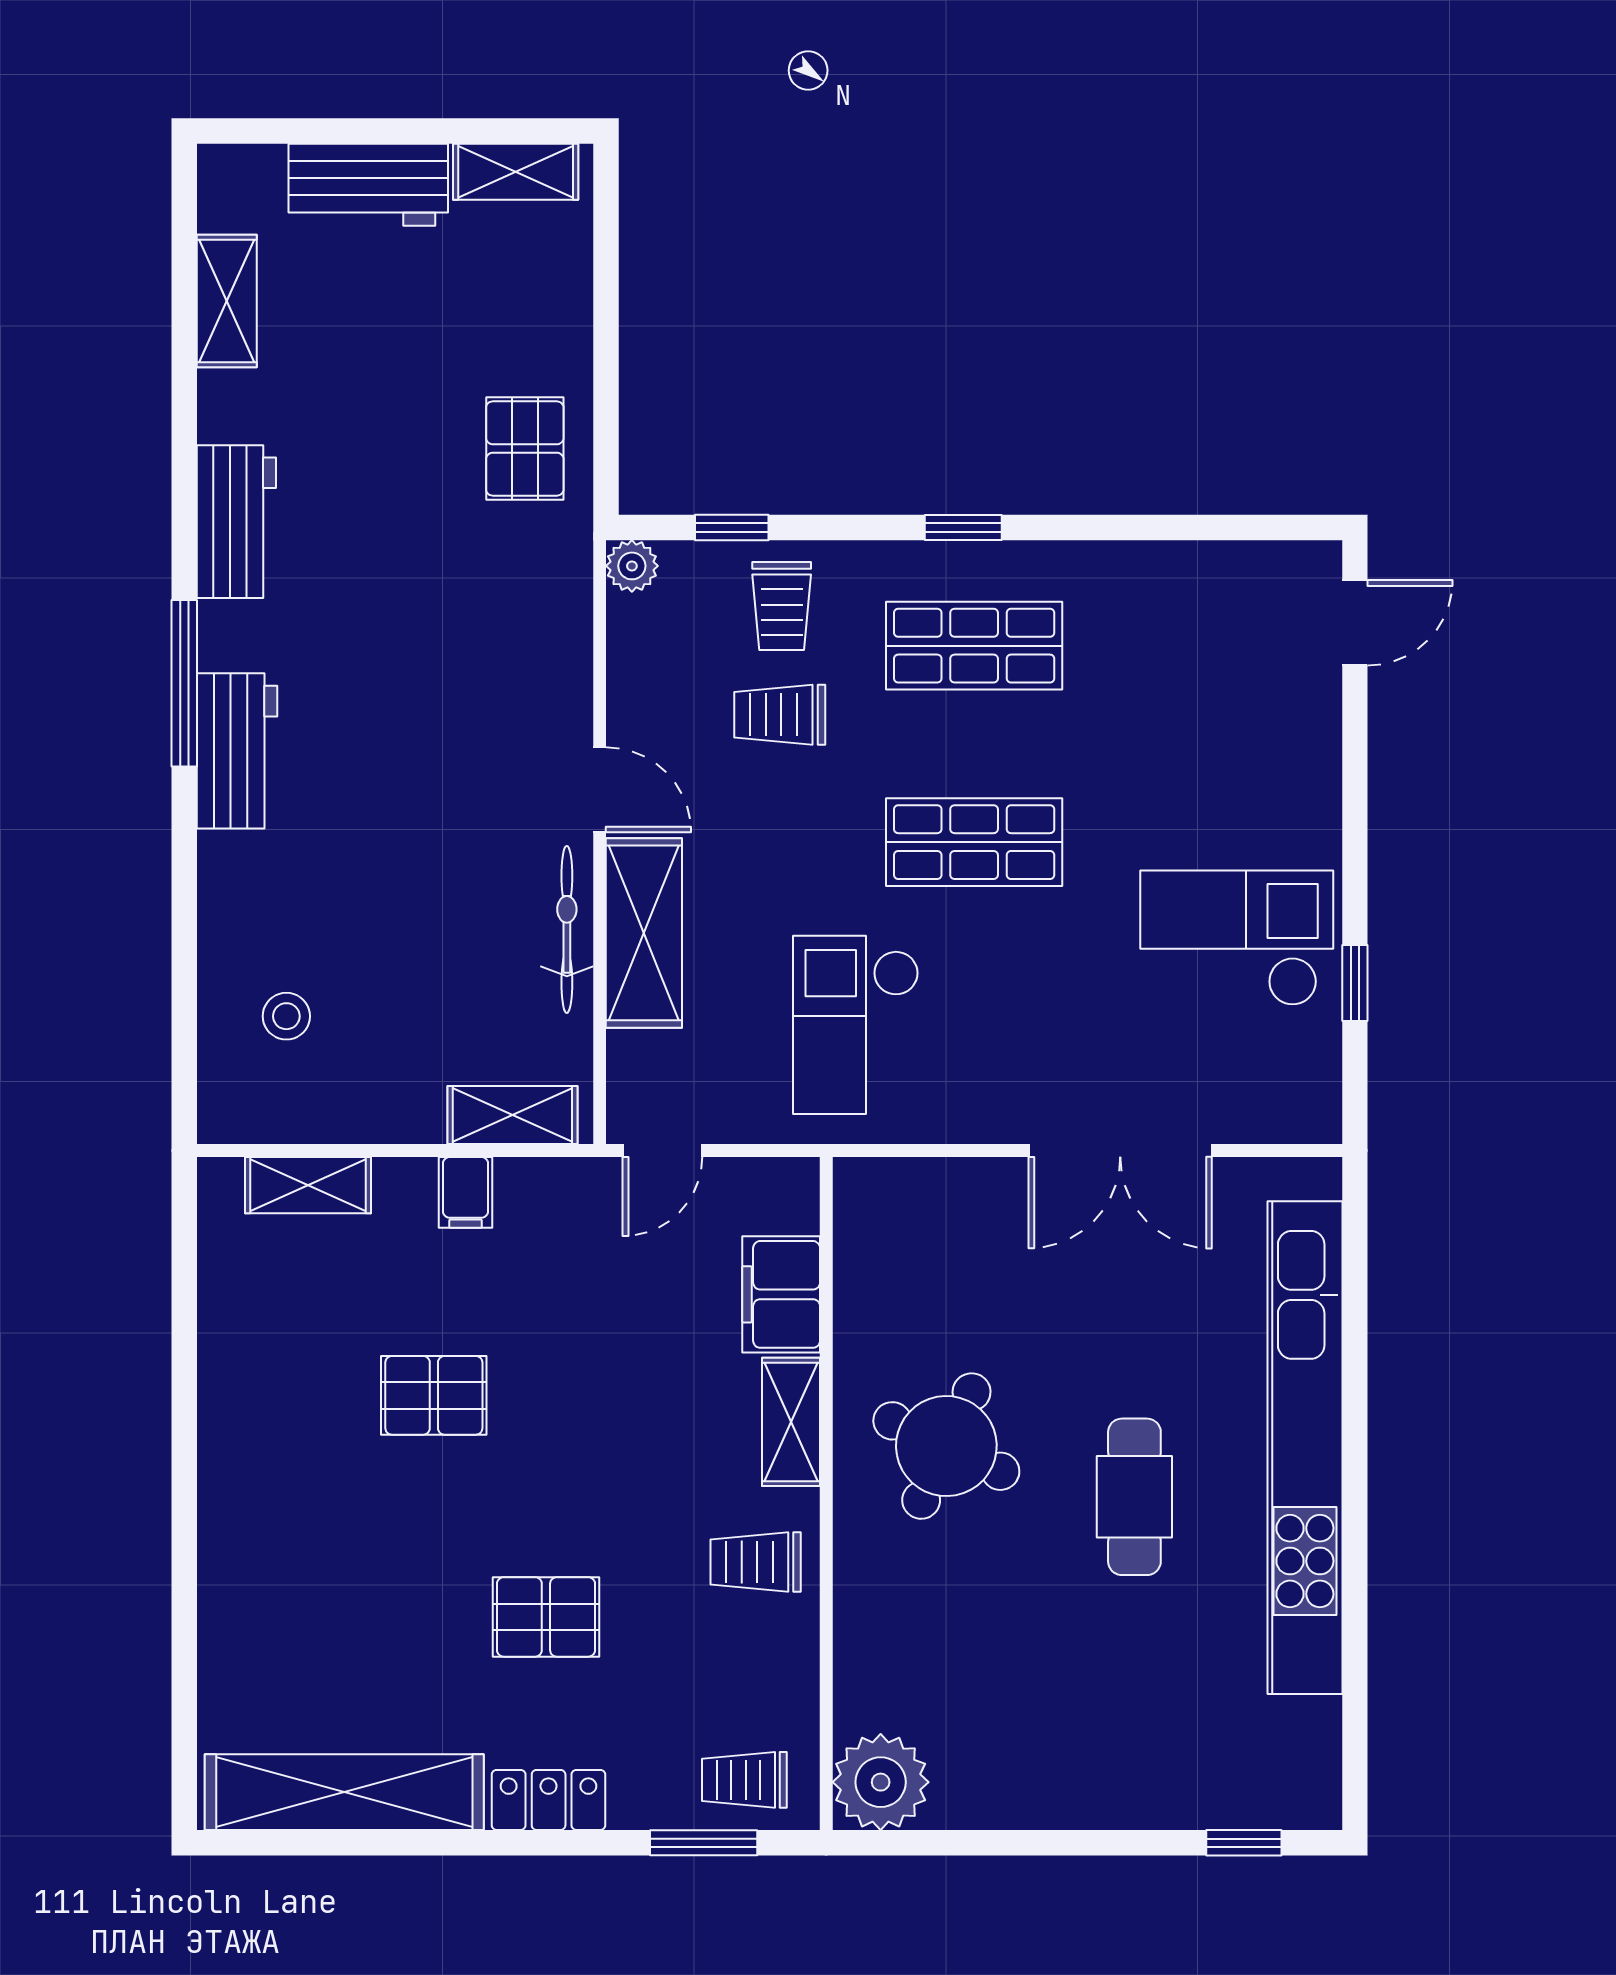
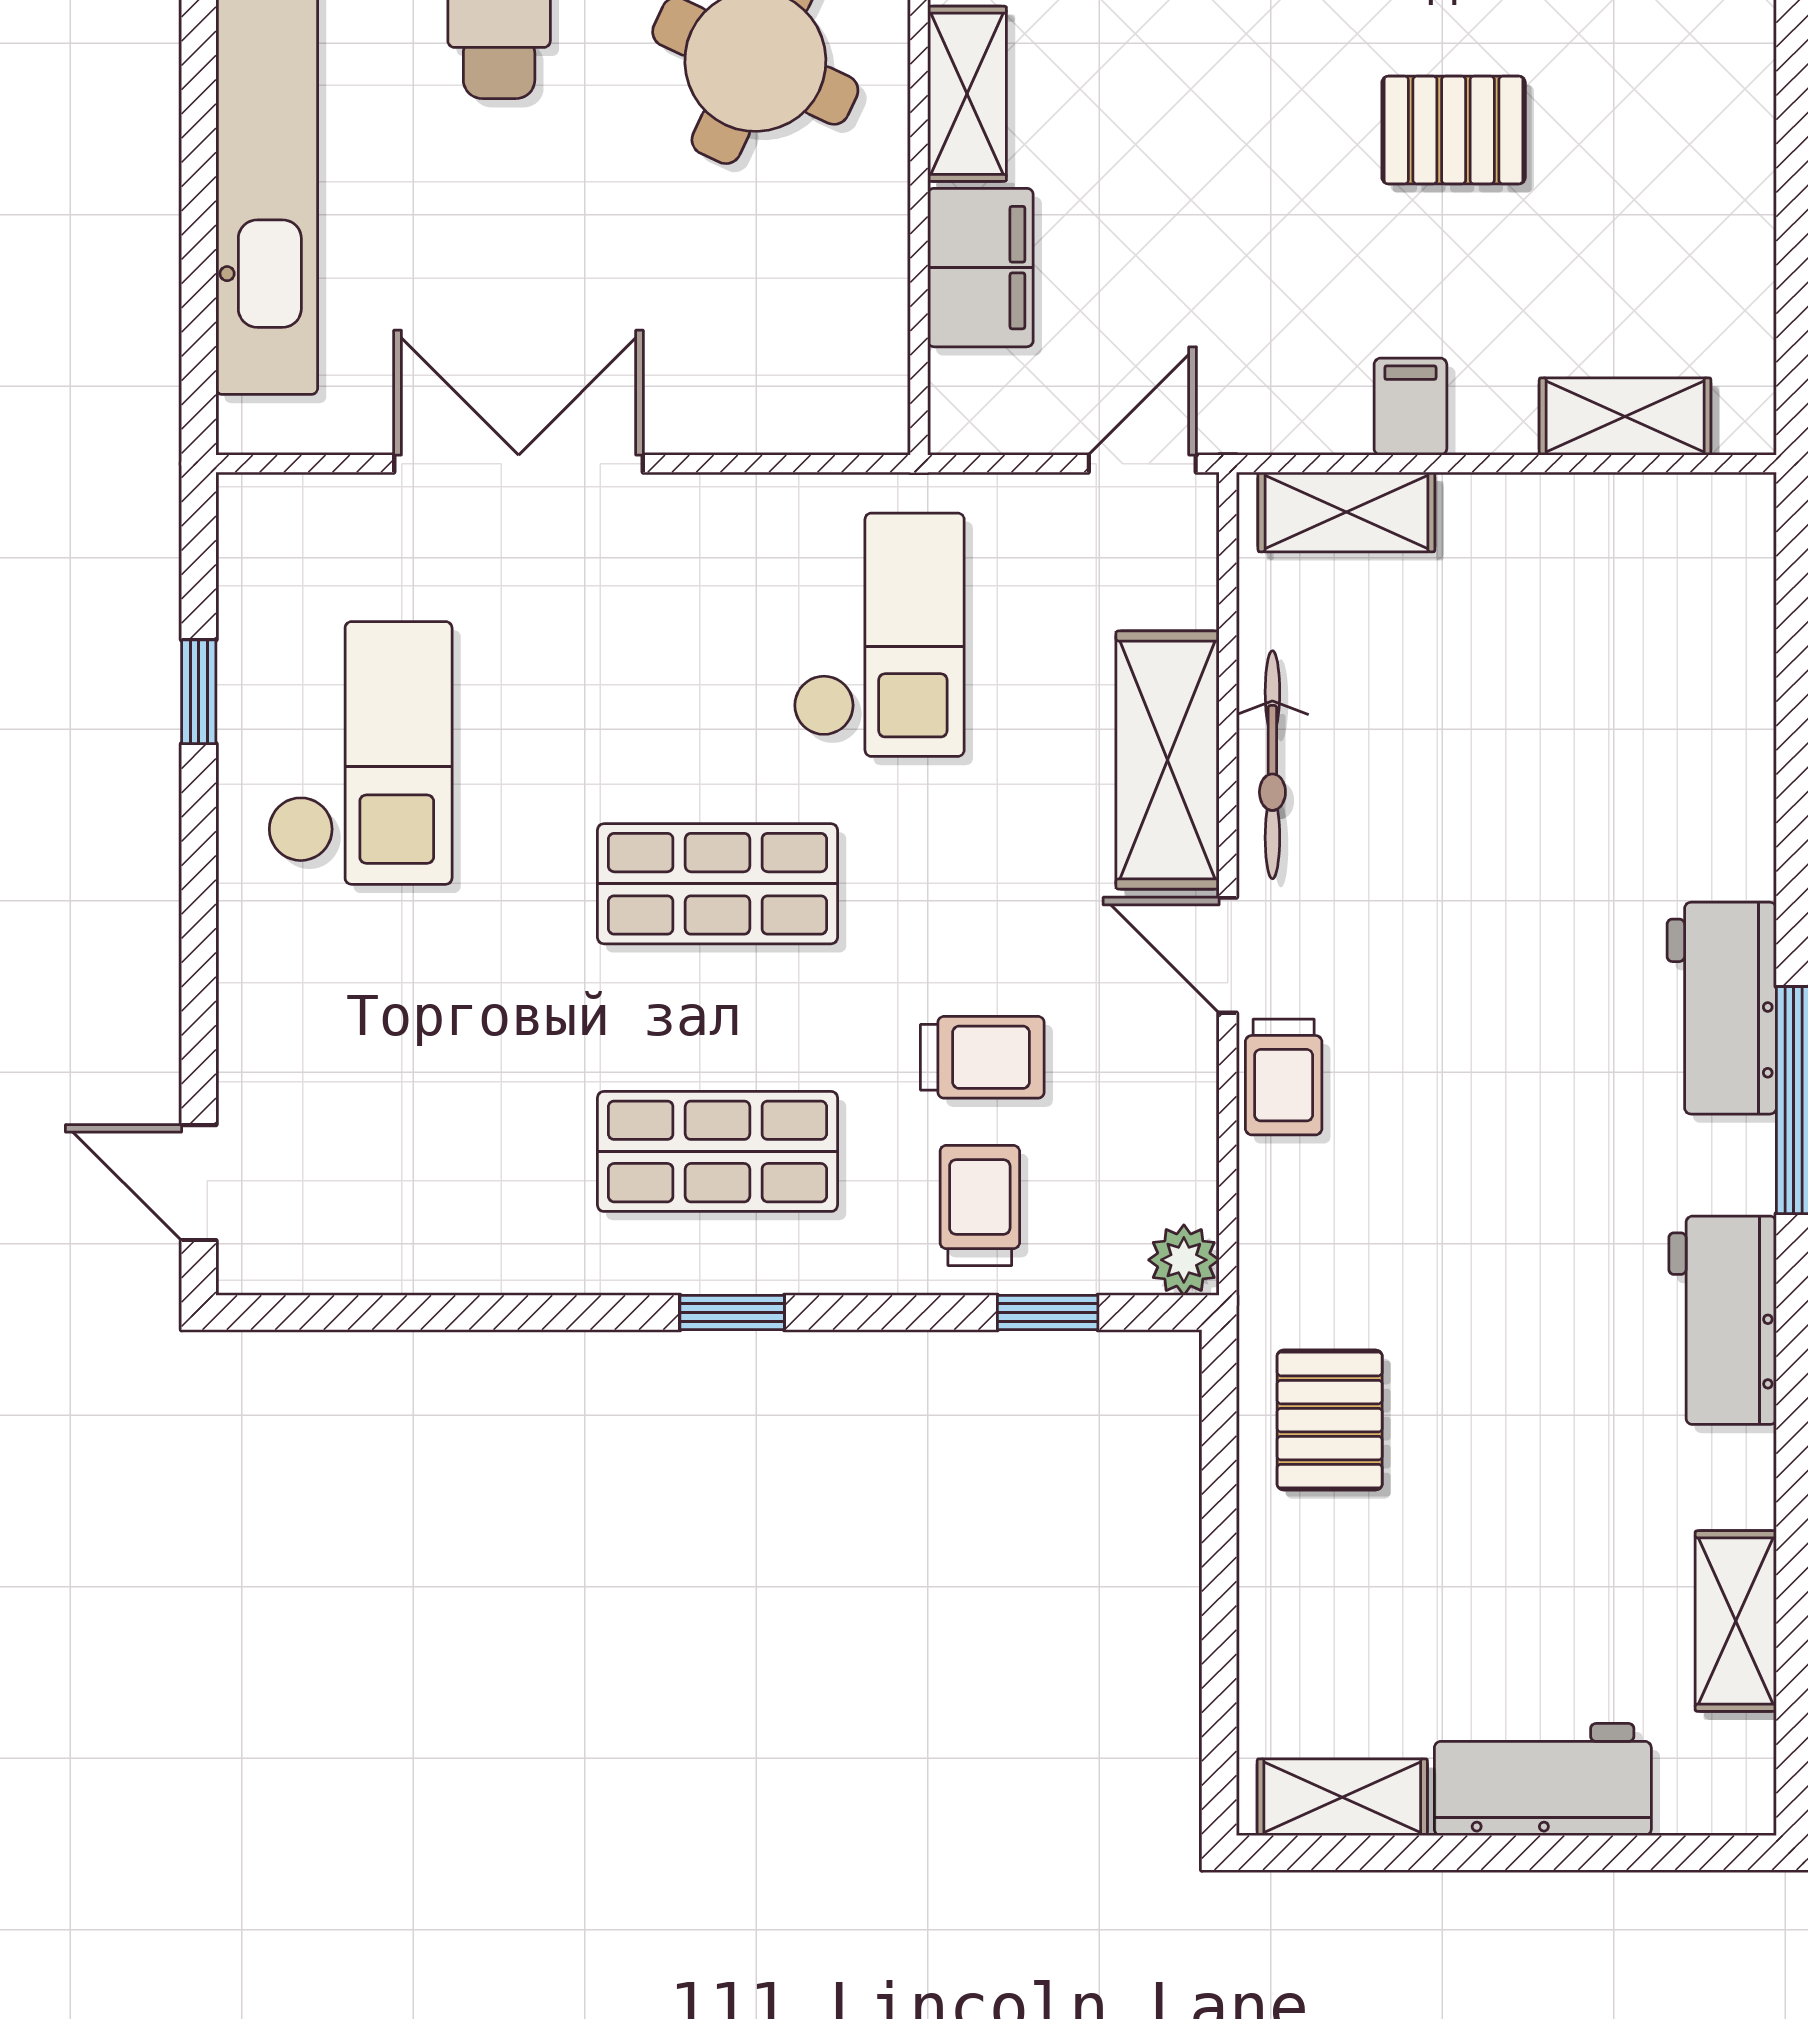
door: (1355, 623) -> (199, 1183), hinge flipped
trolley: (559, 700) -> (1284, 1077), added
checkout: (1237, 938) -> (360, 753), turned -90
stool: (286, 1016) -> (1655, 647), removed

